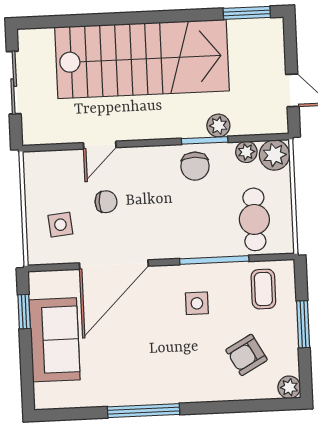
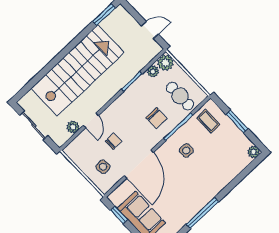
plant: (218, 126) -> (73, 127), moved
chair: (195, 166) -> (156, 118), moved
armchair: (246, 355) -> (225, 154), removed

